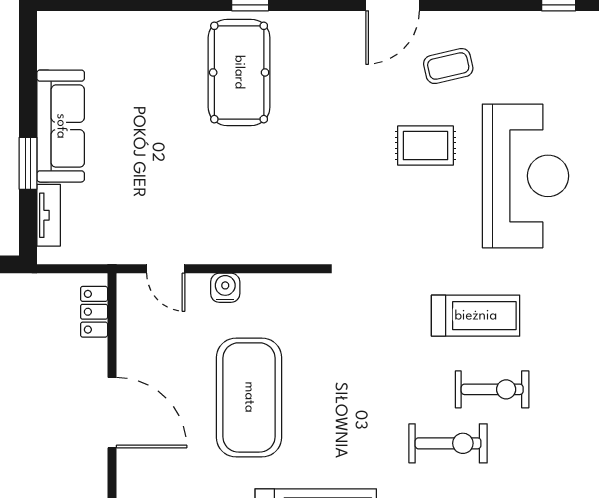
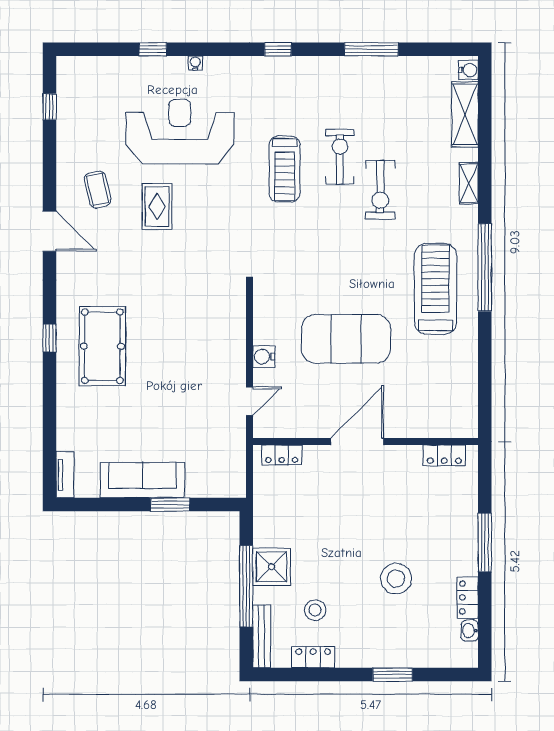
pool table: (239, 72) -> (102, 346), turned 90
tv unit: (49, 215) -> (65, 475), moved, turned 90
treadmill: (476, 316) -> (285, 169), turned 180
exercise bike: (448, 443) -> (380, 190), turned 180

